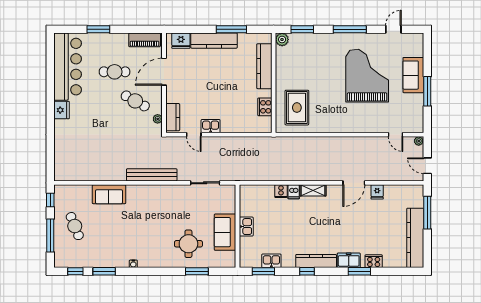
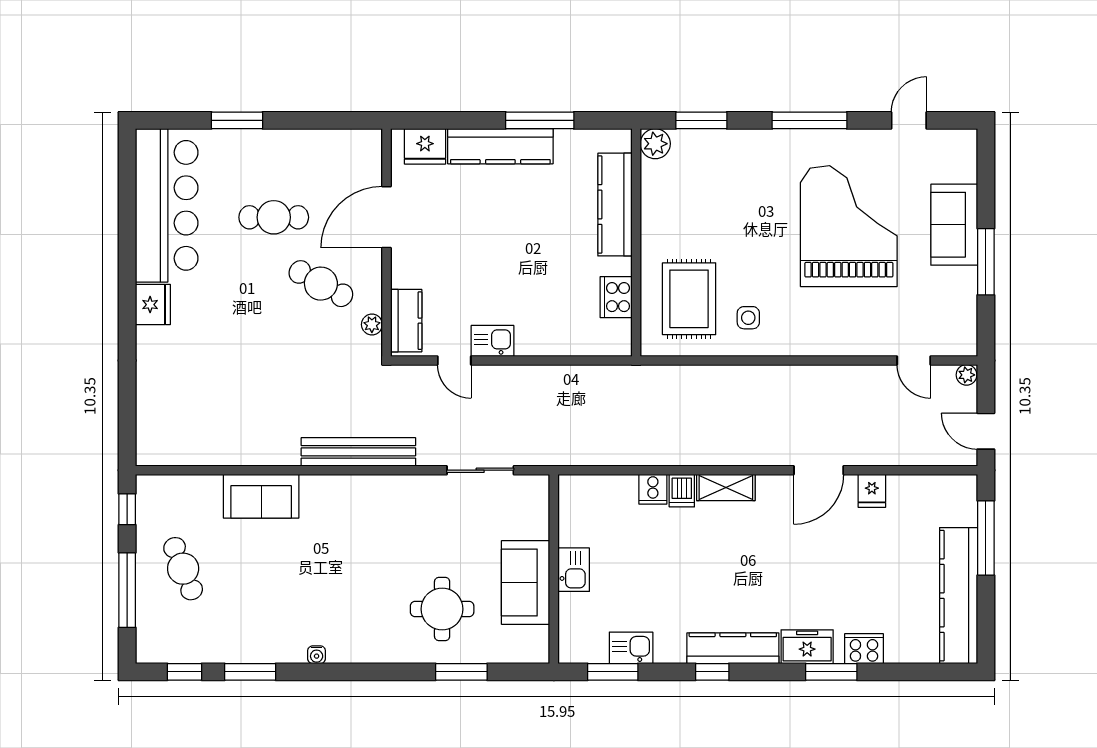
piano: (145, 40) -> (342, 145), removed
side table: (323, 116) -> (748, 318), added

